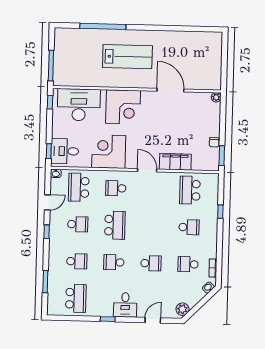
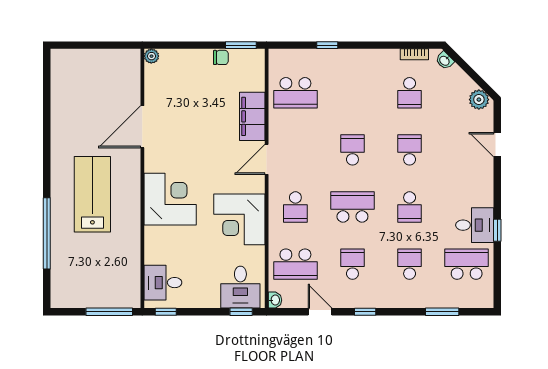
desk: (79, 105) -> (163, 283), width x0.53, depth x0.77
school desk: (189, 227) -> (352, 150), moved
desk: (125, 305) -> (475, 225), moved
window: (108, 319) -> (497, 230), moved

